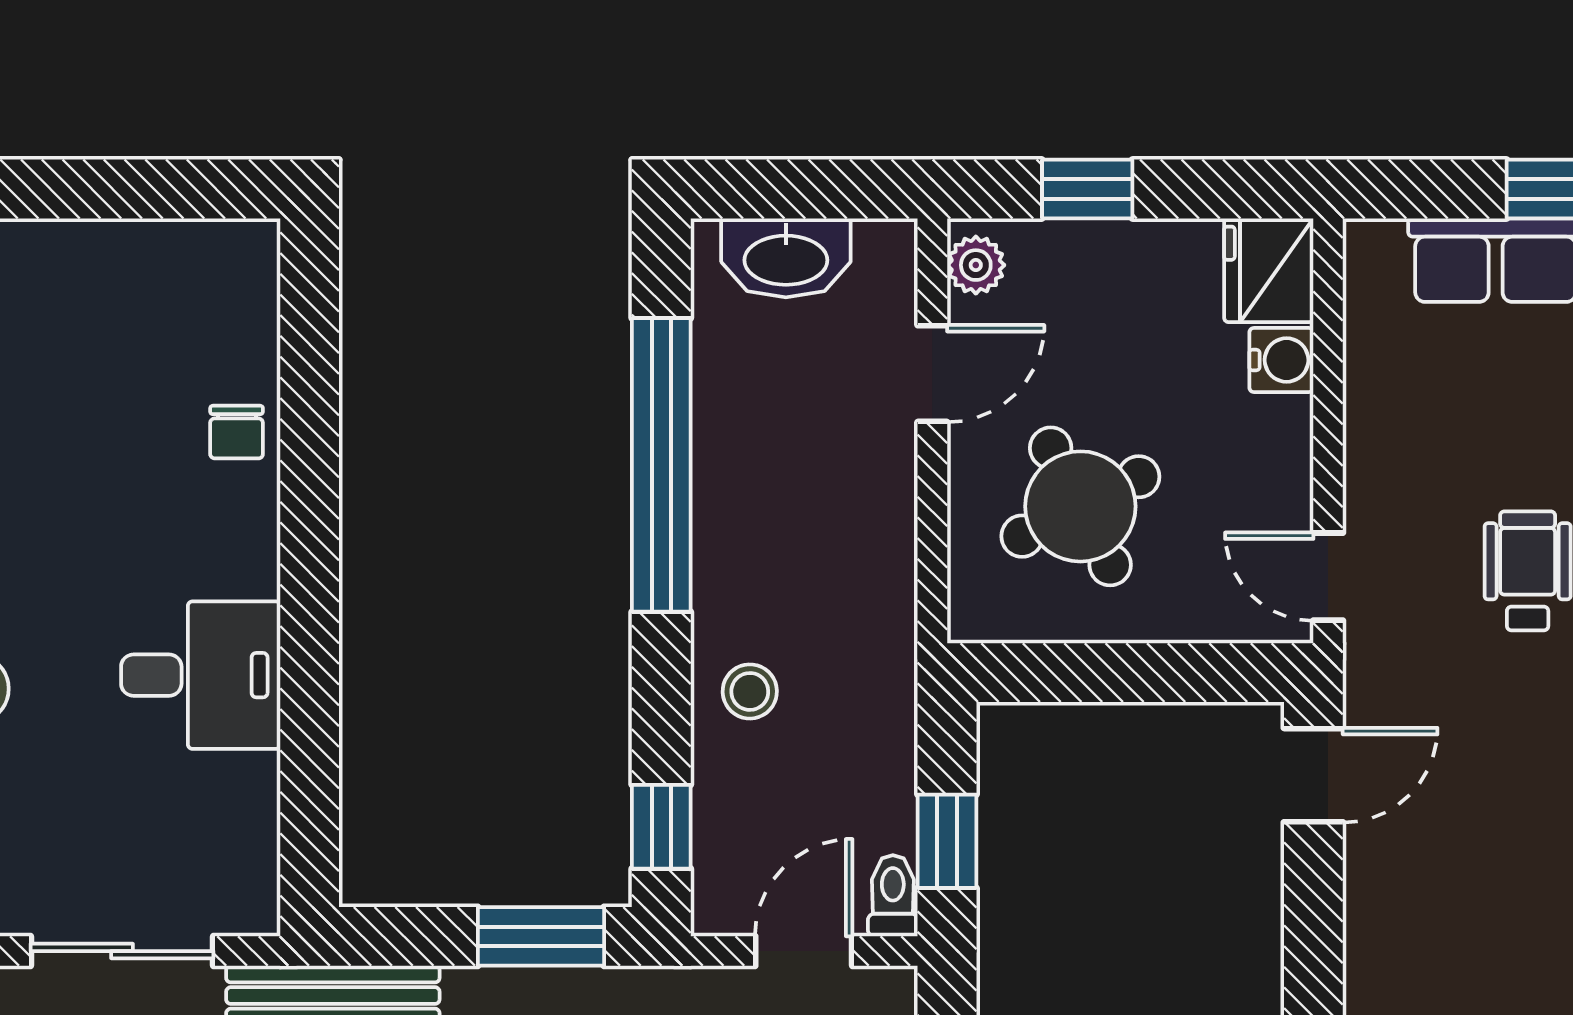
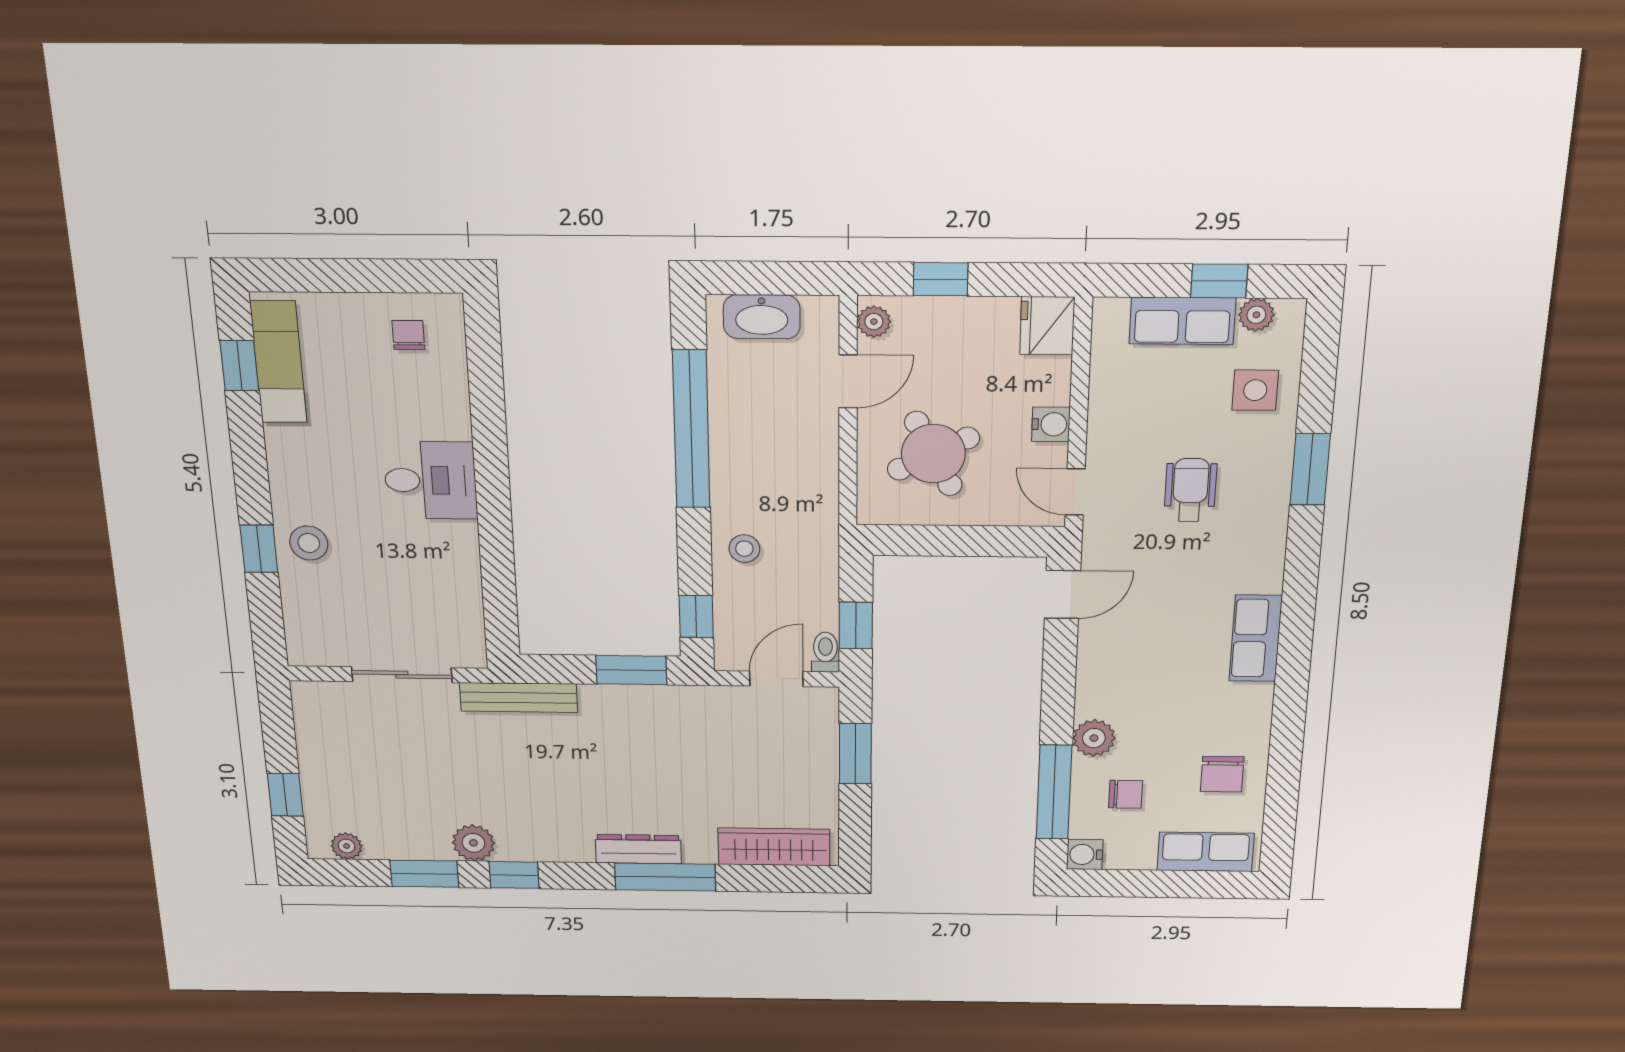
water cooler: (1281, 360) -> (1051, 424), moved
chair: (237, 432) -> (408, 335), moved, turned 180
desk: (201, 675) -> (430, 480), moved

